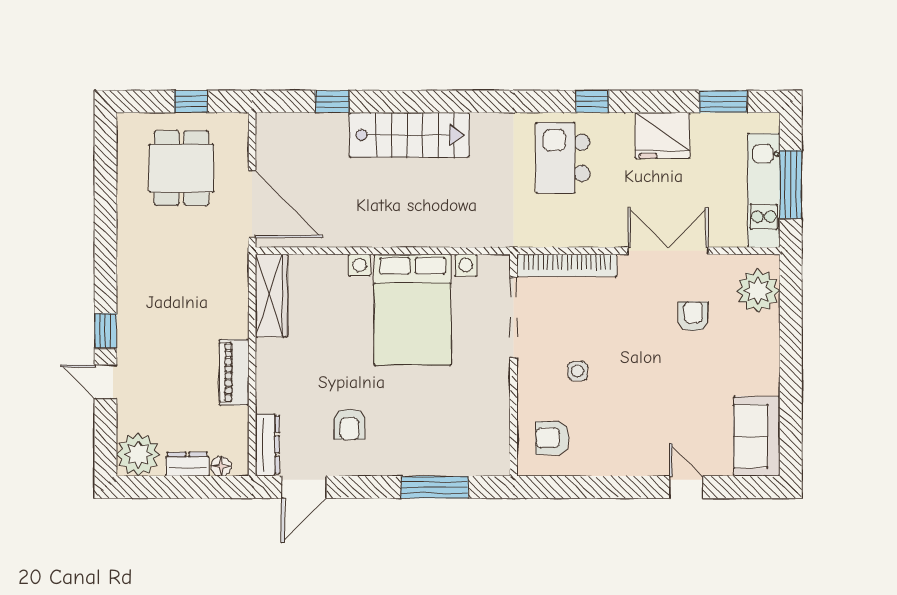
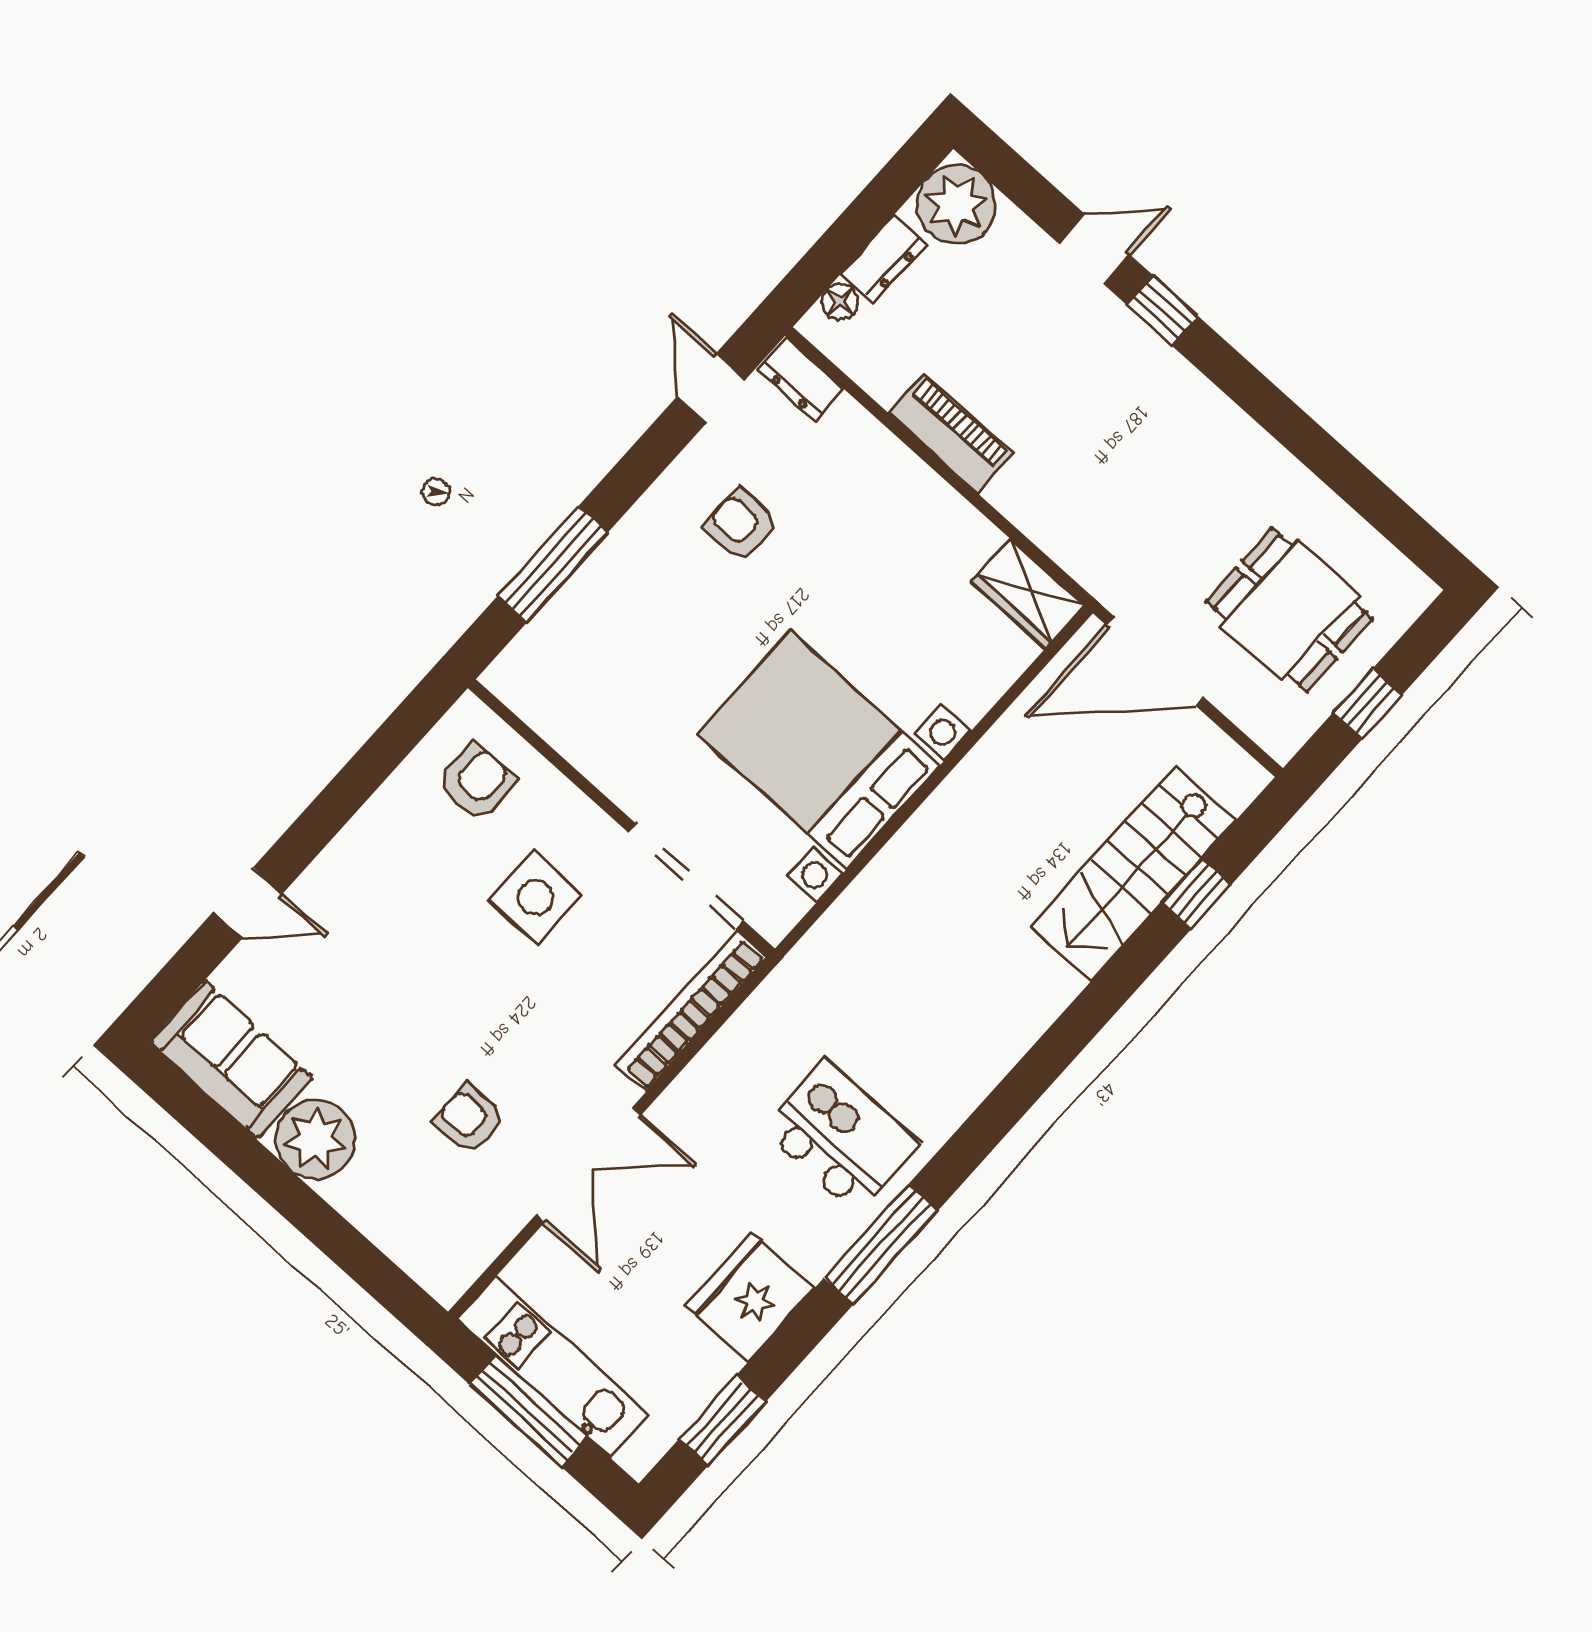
window: (592, 102) -> (881, 1244), width x2.17
stairs: (409, 135) -> (1134, 873), moved
plant: (758, 291) -> (315, 1139), moved
wardrobe: (271, 296) -> (1028, 593), width x0.67
armchair: (693, 316) -> (469, 1119), turned 180
side table: (578, 371) -> (536, 898), width x1.87, depth x1.87
dresser: (267, 444) -> (801, 379), width x0.70
door: (304, 487) -> (711, 388), width x0.73

